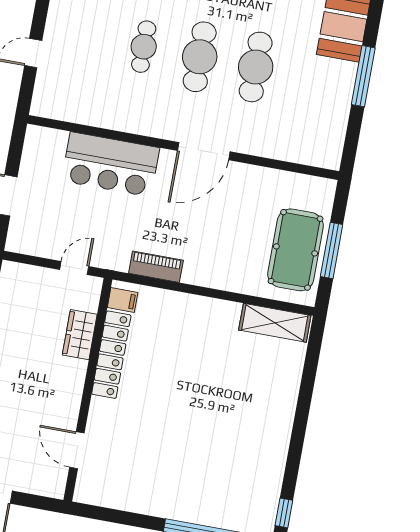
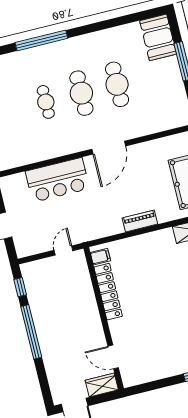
piano: (156, 267) -> (140, 221), moved
wardrobe: (80, 335) -> (102, 385), moved, turned 90

